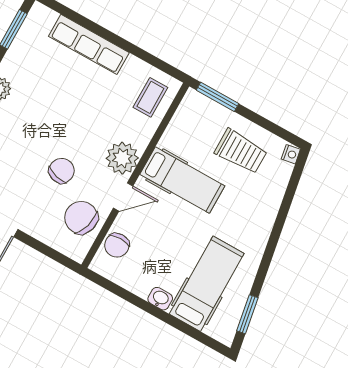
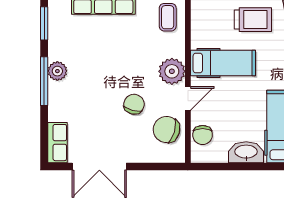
washbasin: (160, 299) -> (246, 152), width x1.91, depth x1.45

